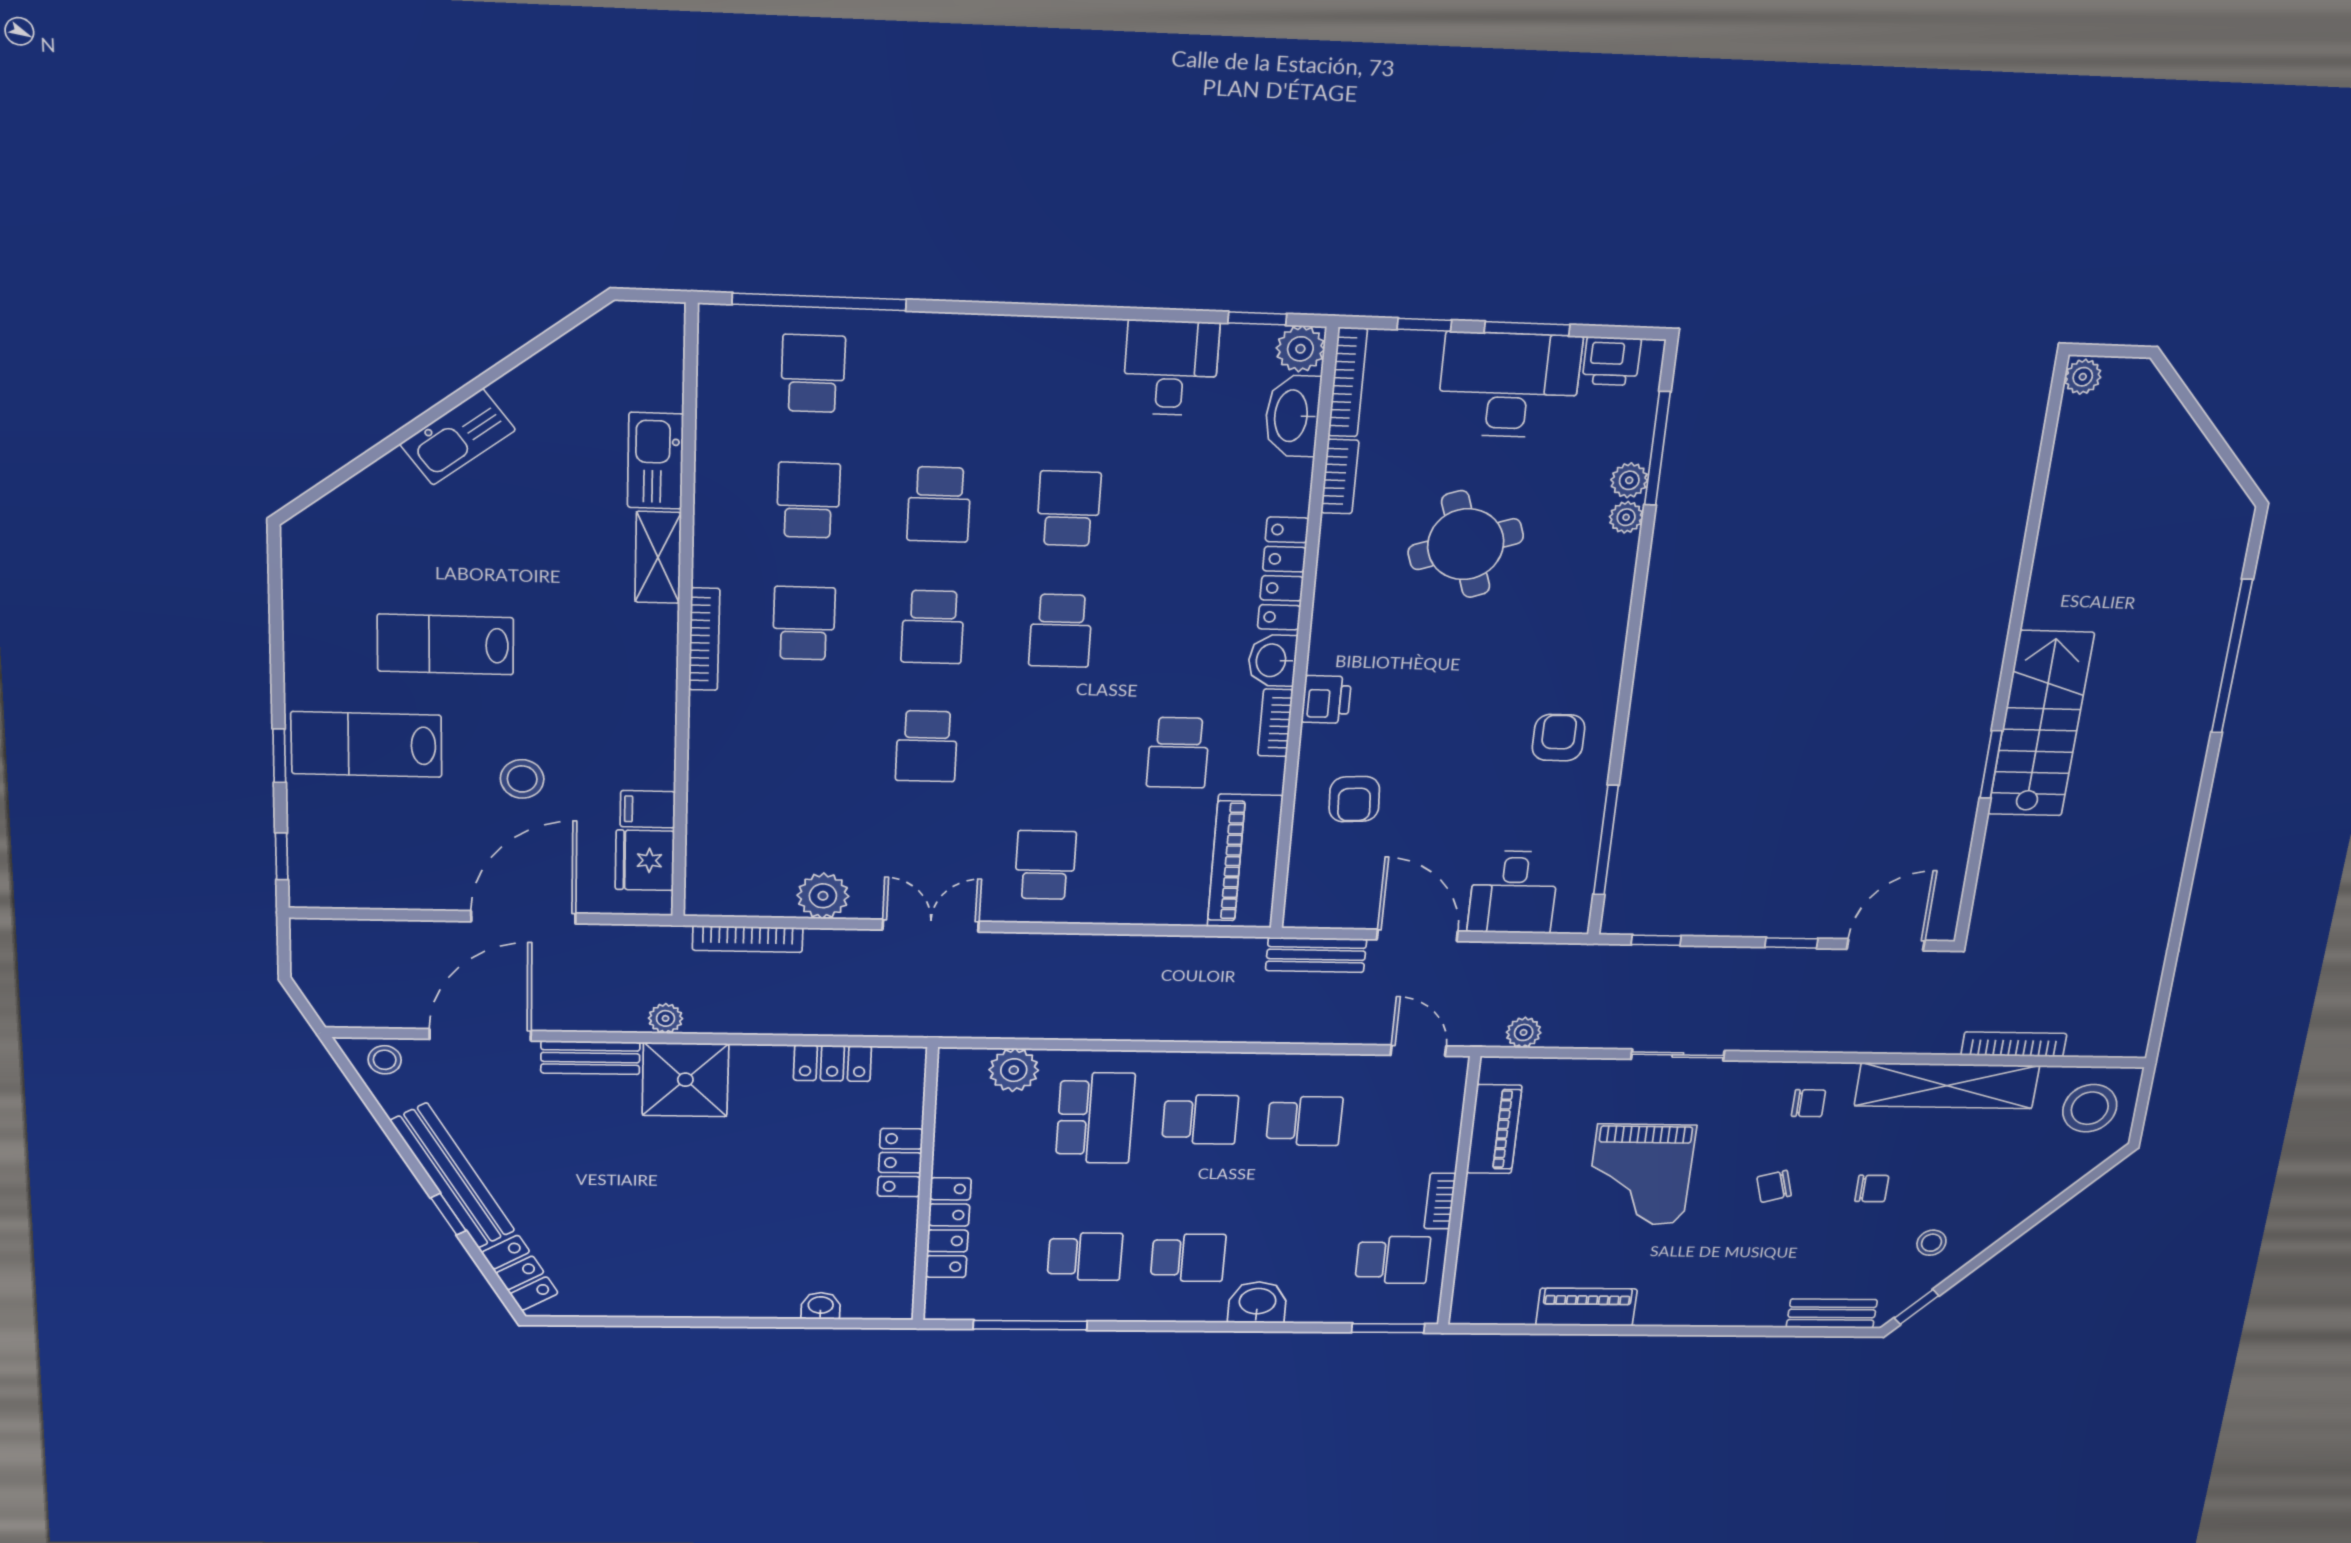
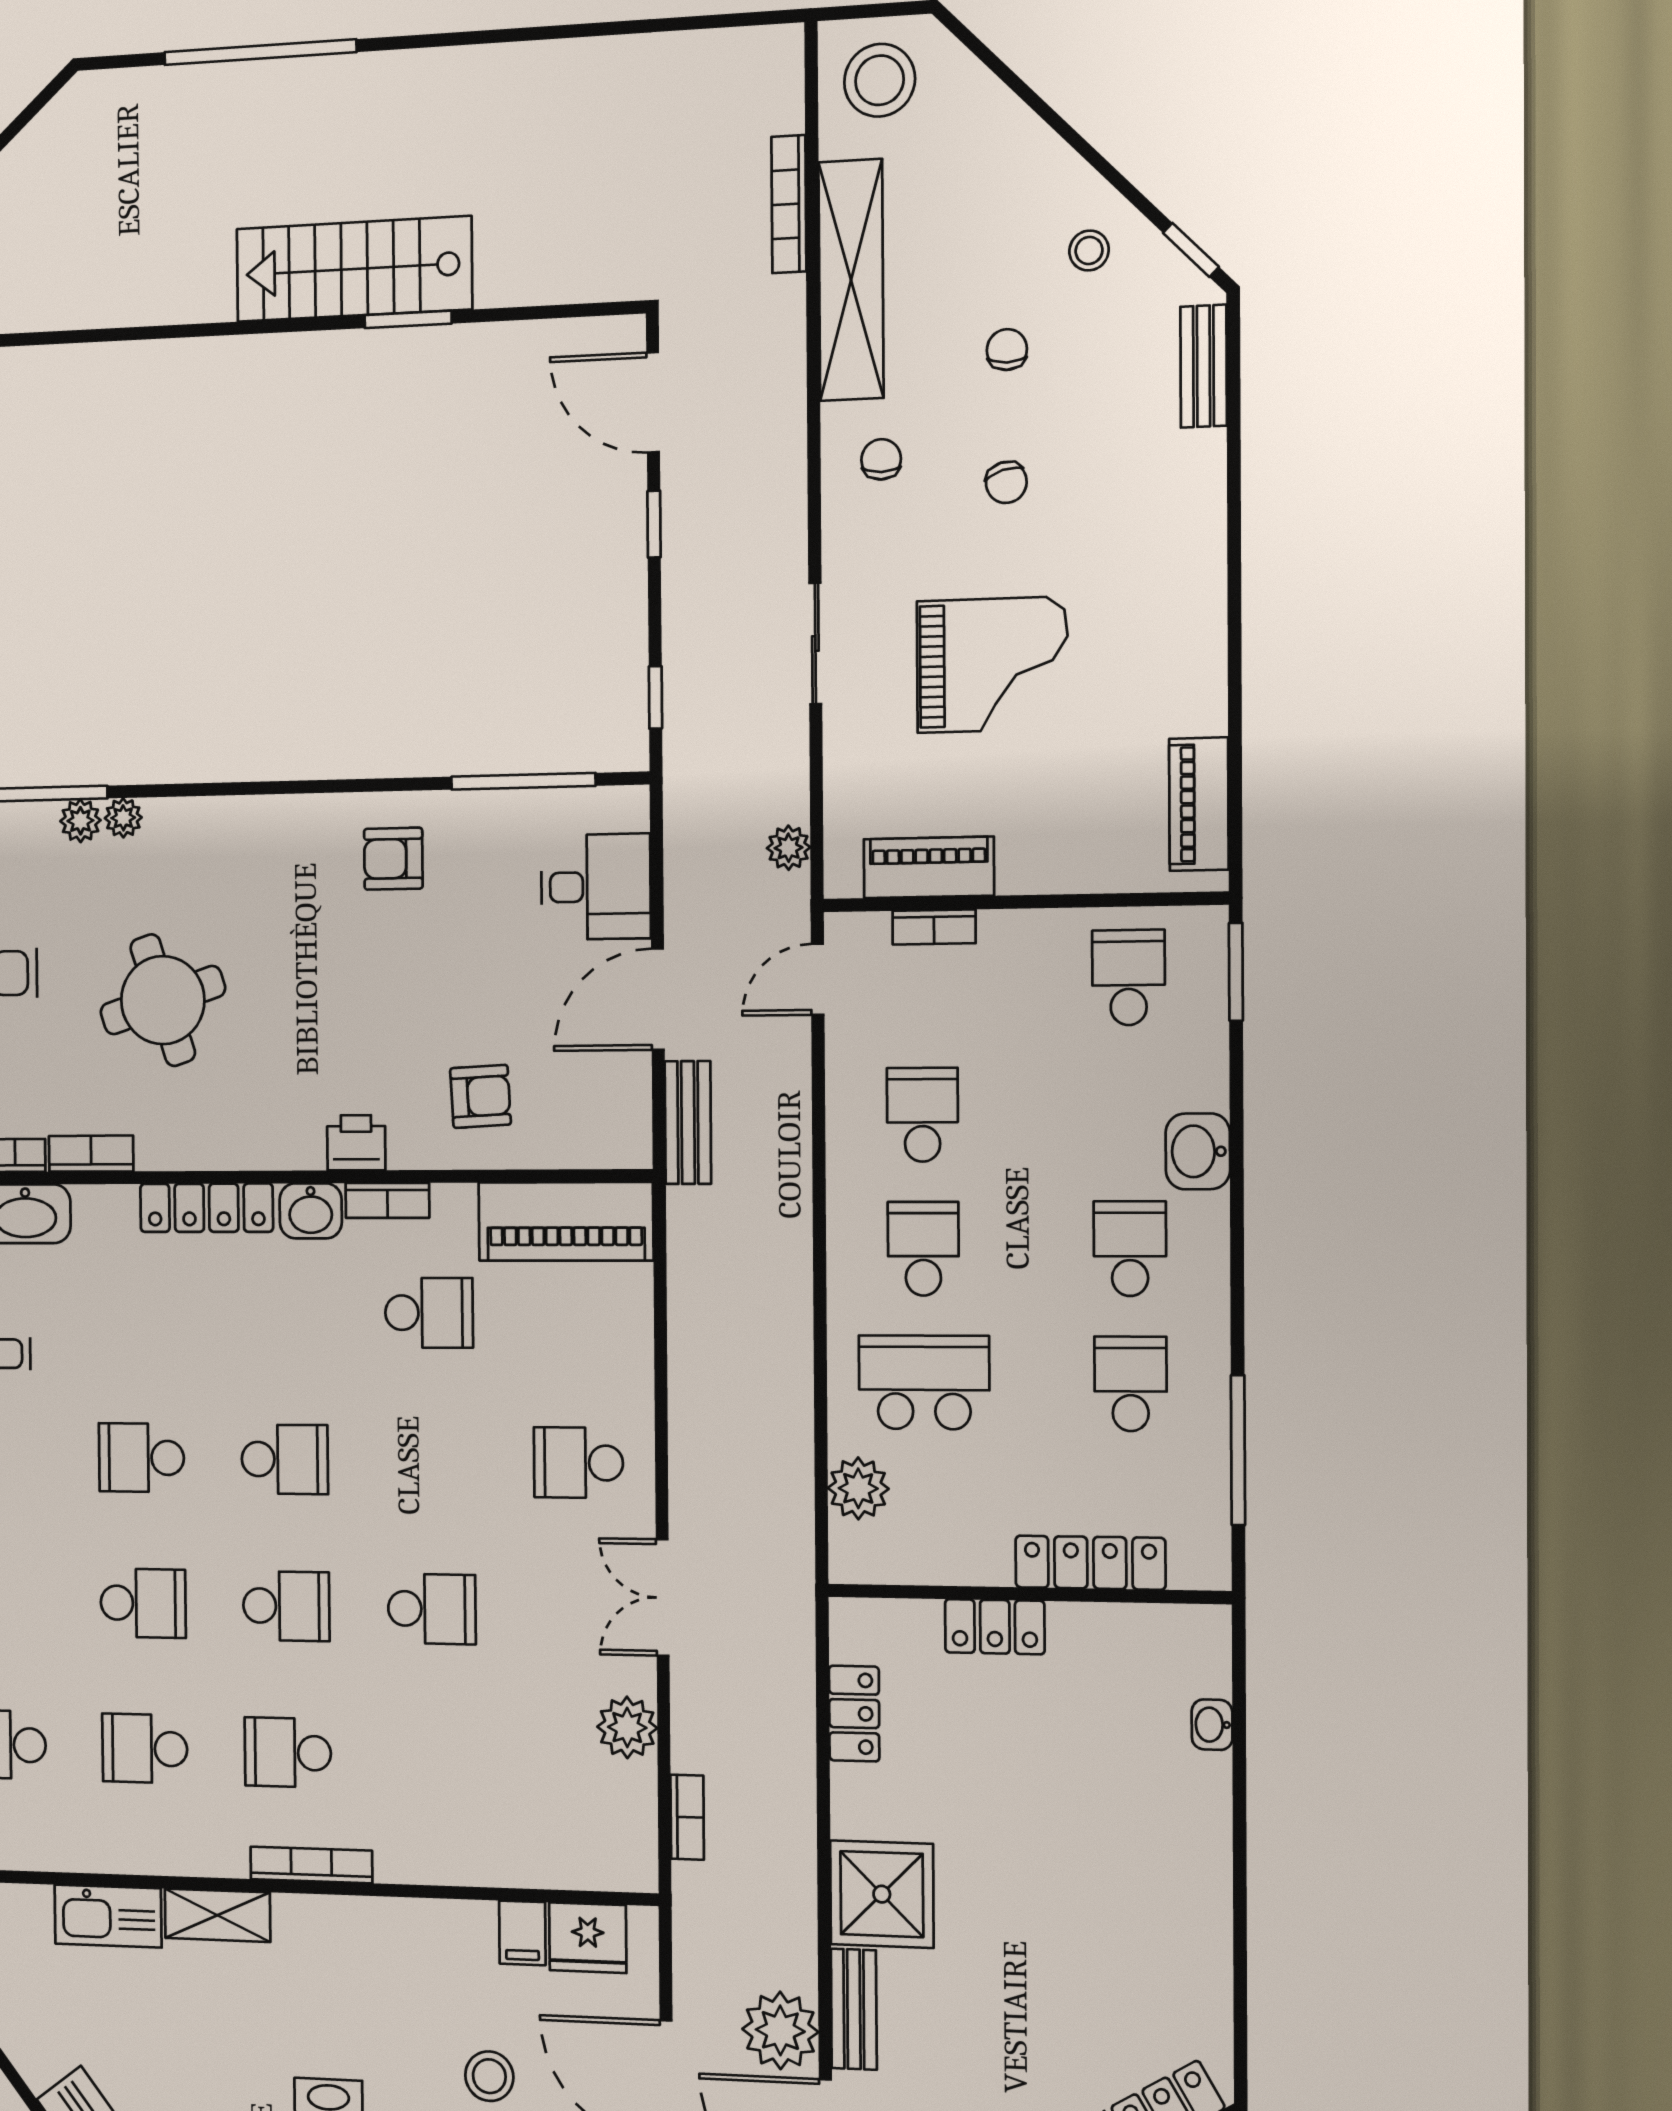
bookcase: (748, 939) -> (687, 1817), width x0.64
plant: (666, 1018) -> (780, 2030), moved, width x1.88, depth x1.88
bookcase: (1440, 1201) -> (934, 927), moved
piano: (1586, 1307) -> (1199, 804), moved

